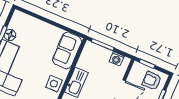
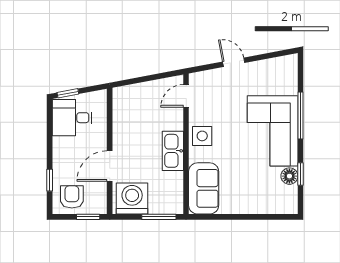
washing machine: (117, 59) -> (132, 198), width x1.89, depth x1.89
armchair: (152, 81) -> (72, 197), turned -90

